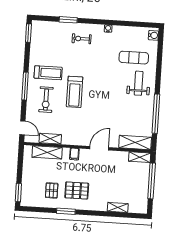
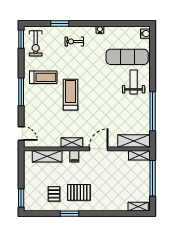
exercise mat: (134, 58) -> (127, 57), width x1.36, depth x1.45
treadmill: (75, 92) -> (71, 95), turned 180
exercise bike: (46, 100) -> (36, 43), moved
shelving: (50, 139) -> (72, 143), moved
shelving: (118, 207) -> (138, 207), moved

